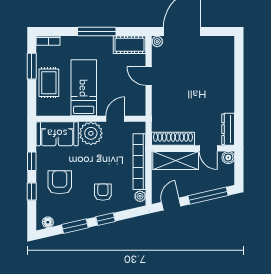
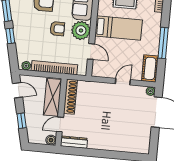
armchair: (103, 192) -> (57, 29), moved
window: (208, 196) -> (22, 121), width x0.46

